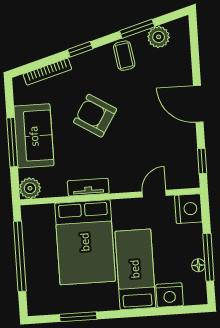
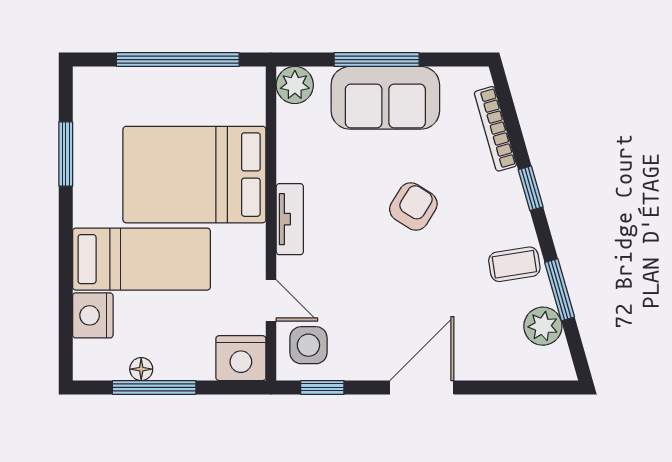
armchair: (95, 116) -> (413, 207), width x0.72, depth x0.72
side table: (178, 170) -> (308, 345), added
tv unit: (88, 187) -> (290, 219), moved

